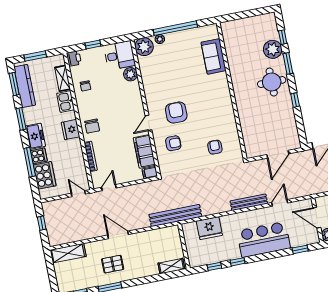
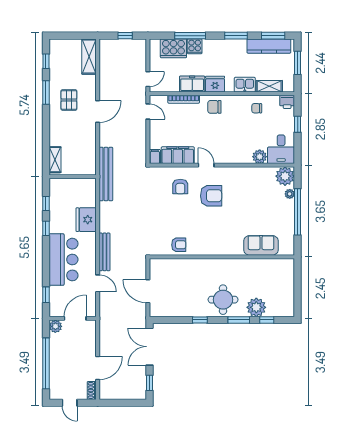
freezer: (36, 136) -> (192, 84), moved, turned 180
armchair: (215, 147) -> (179, 245), moved
fridge: (209, 228) -> (86, 220), moved

